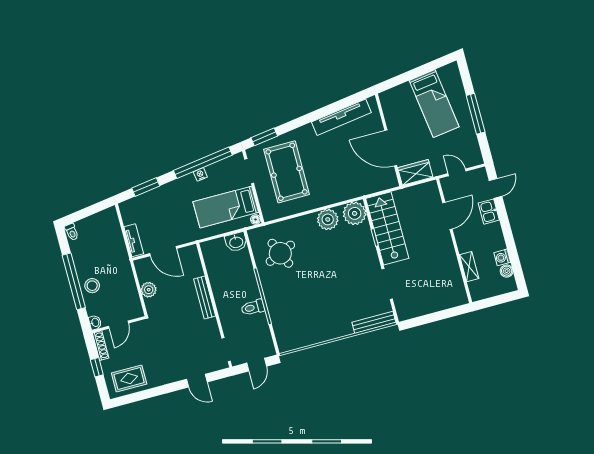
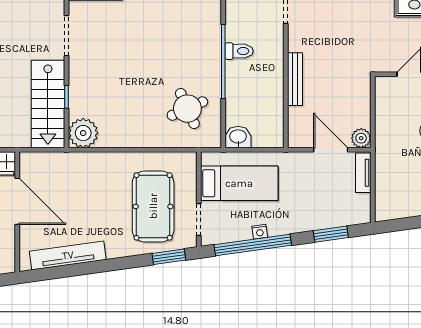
floor lamp: (255, 219) -> (207, 158), removed
plant: (328, 219) -> (118, 134), removed
plant: (149, 290) -> (361, 138), moved

